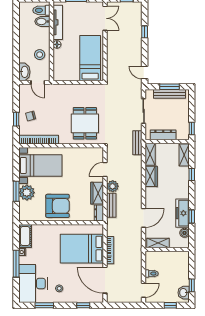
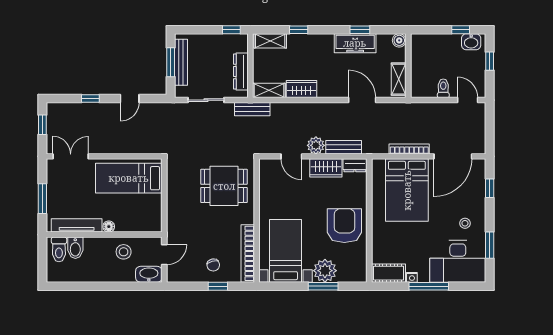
door: (145, 73) -> (130, 99), moved
boiler: (184, 233) -> (399, 40), moved

